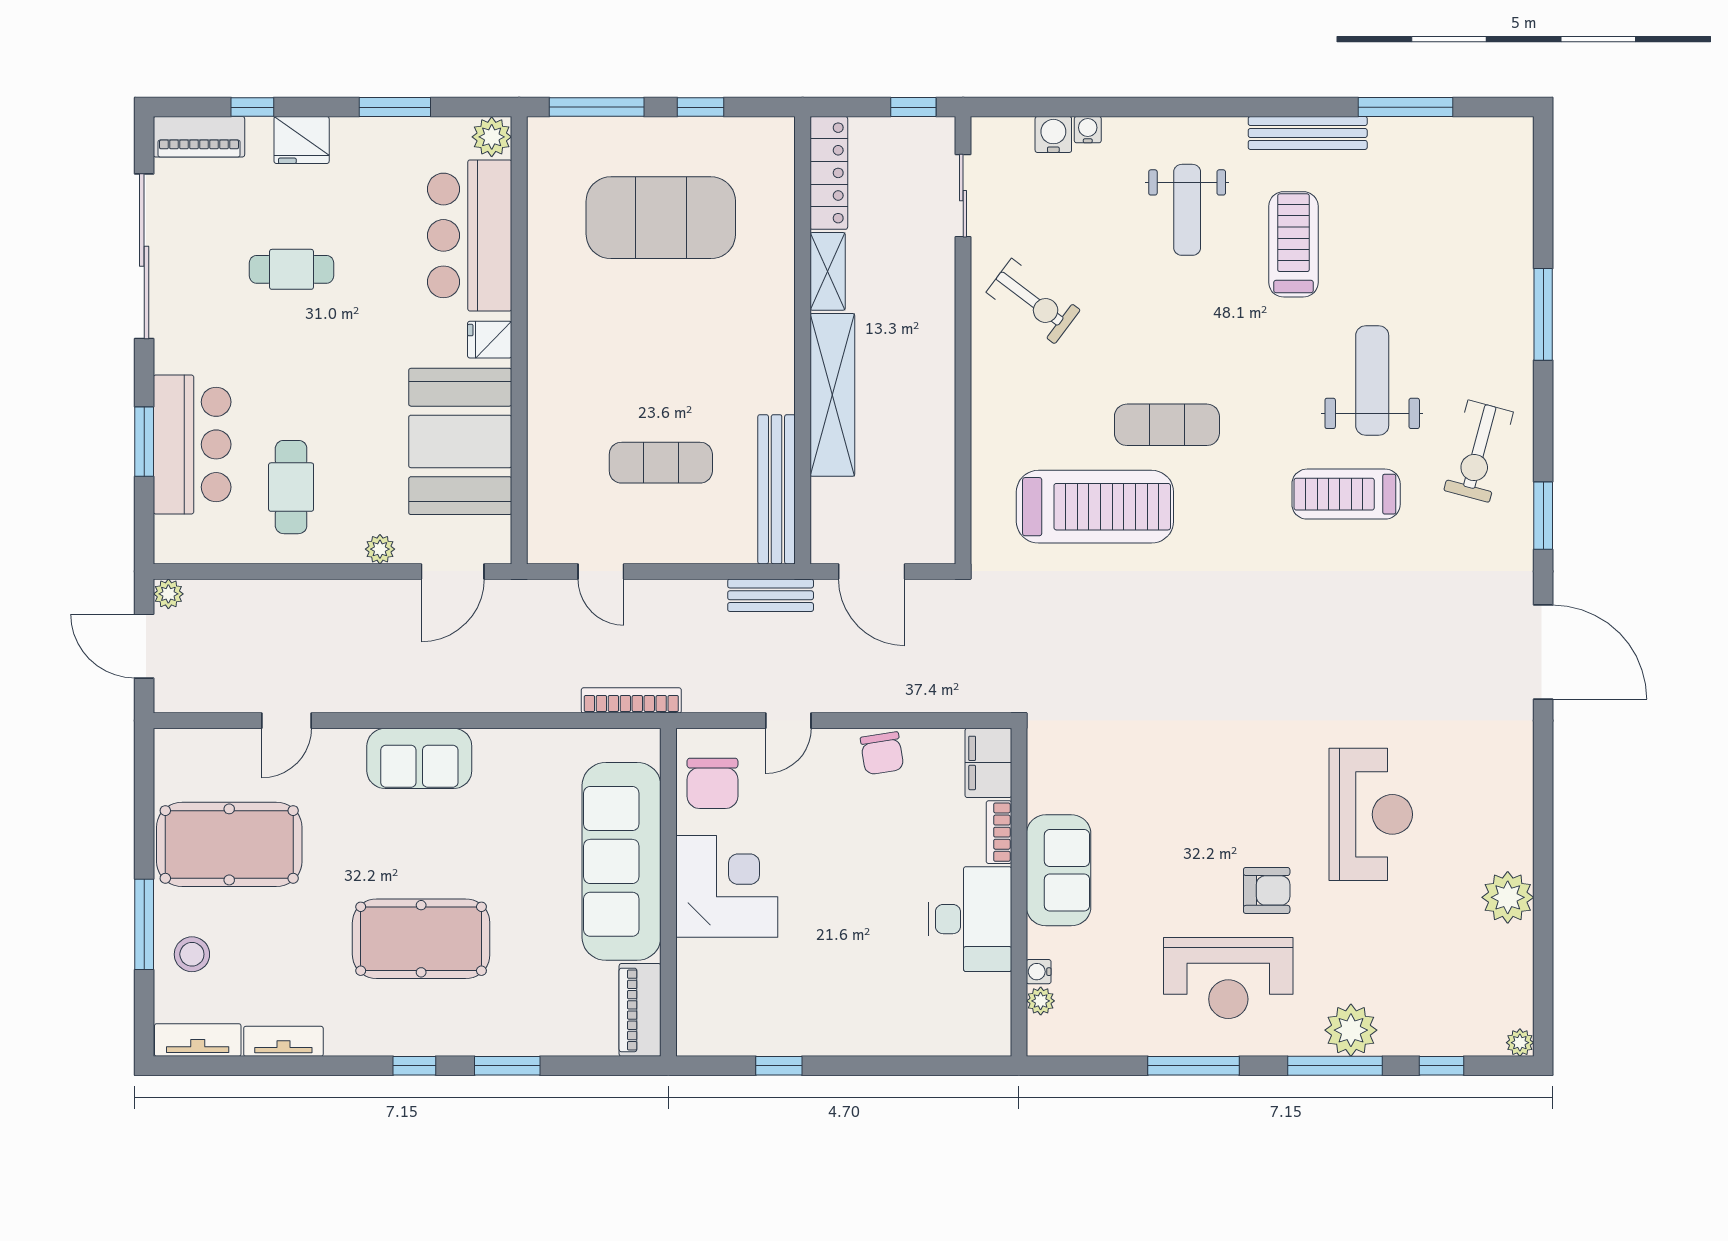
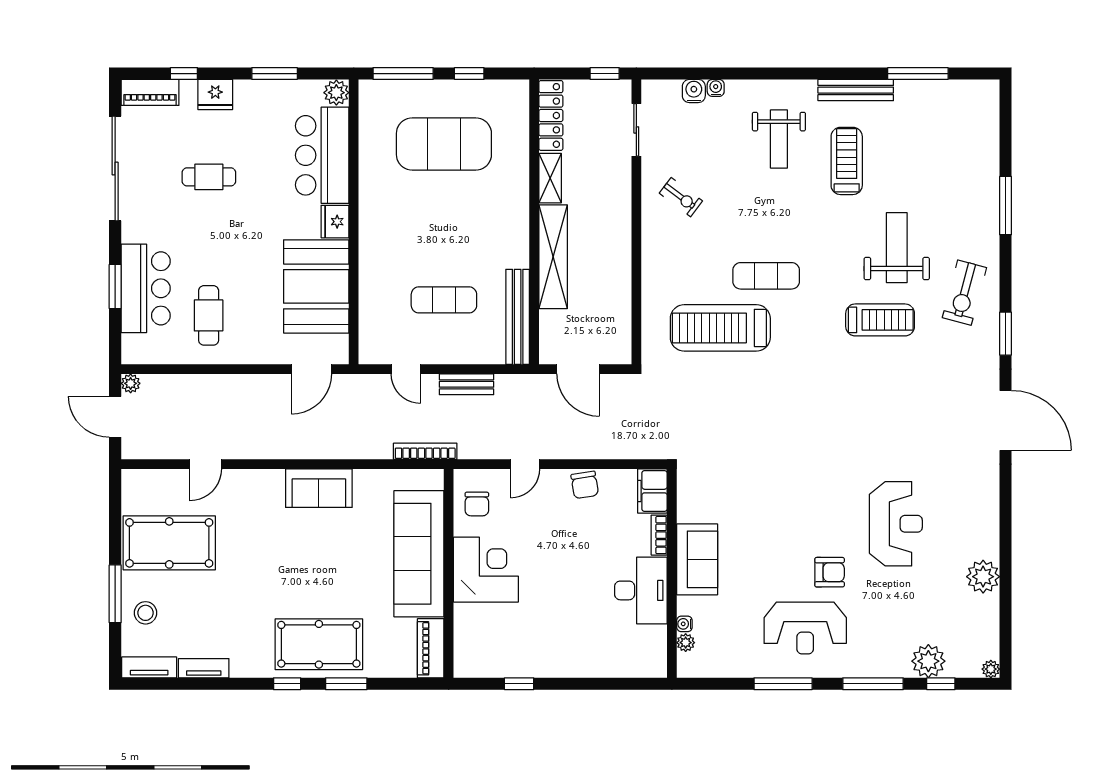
exercise bike: (1033, 301) -> (681, 197), width x0.73, depth x0.72
fridge: (490, 340) -> (335, 222), width x1.38
treadmill: (1346, 494) -> (880, 320), turned 180
treadmill: (1095, 507) -> (720, 328), turned 180
plant: (380, 549) -> (265, 355), removed
bench: (771, 595) -> (466, 384), moved
sofa: (419, 758) -> (319, 488), moved
chair: (712, 783) -> (477, 504), width x0.73, depth x0.73
pool table: (421, 939) -> (319, 644), moved
plant: (1351, 1030) -> (928, 661), moved

